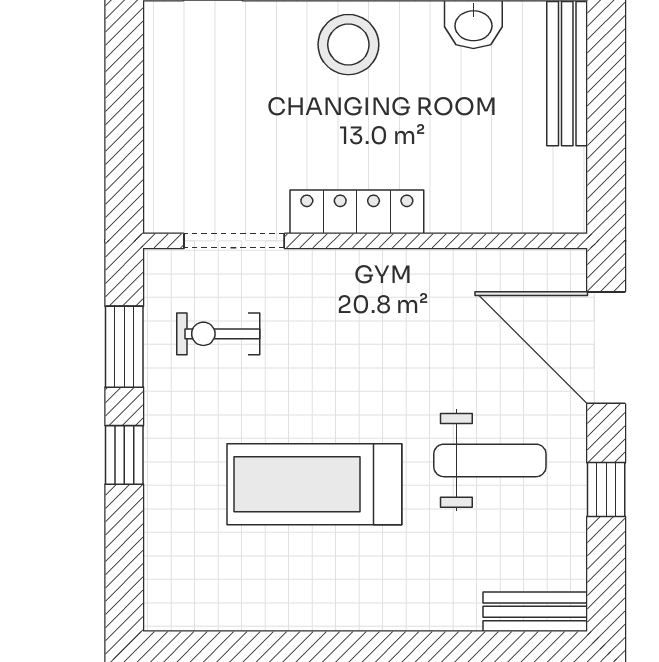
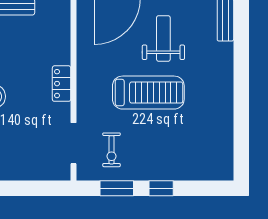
locker: (357, 212) -> (62, 84), width x0.66
treadmill: (314, 484) -> (148, 93), moved, turned -90

